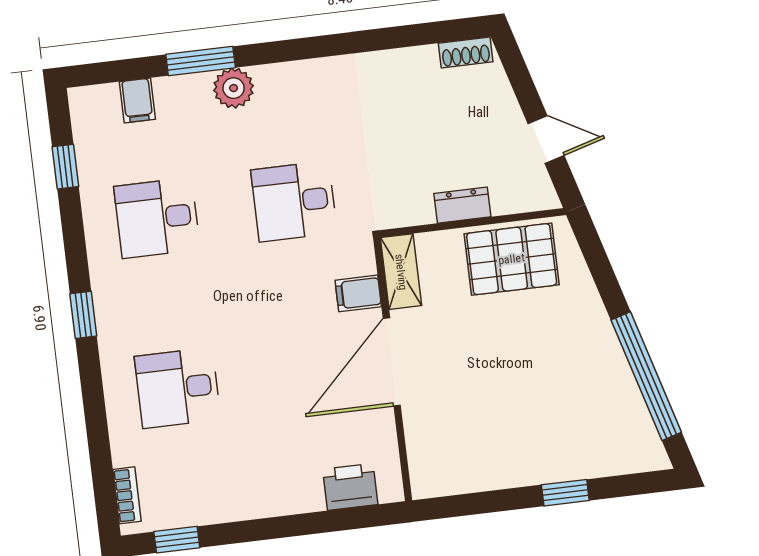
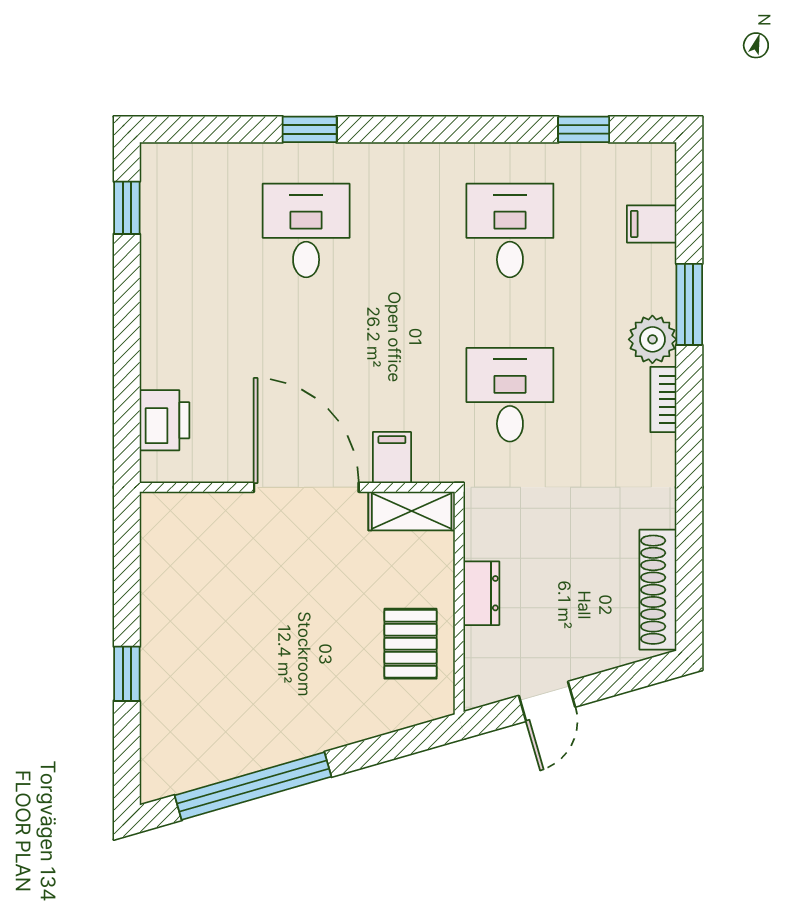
shoe rack: (466, 52) -> (658, 590), width x1.94, depth x1.24
pallet: (512, 259) -> (410, 644), width x0.67, depth x0.71
window: (83, 315) -> (310, 129), moved
bookcase: (127, 495) -> (663, 399), moved, turned 90

